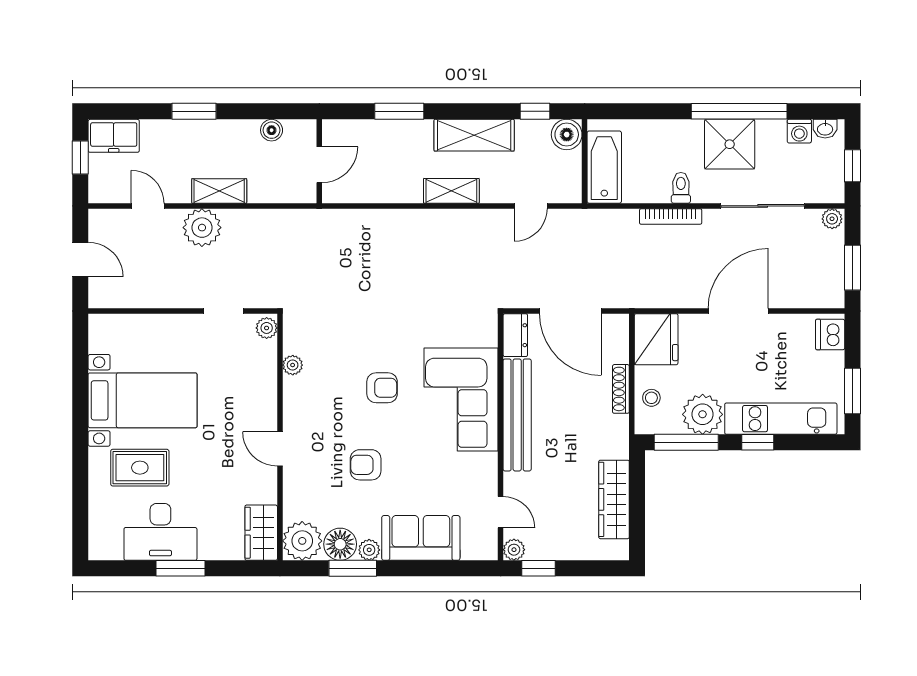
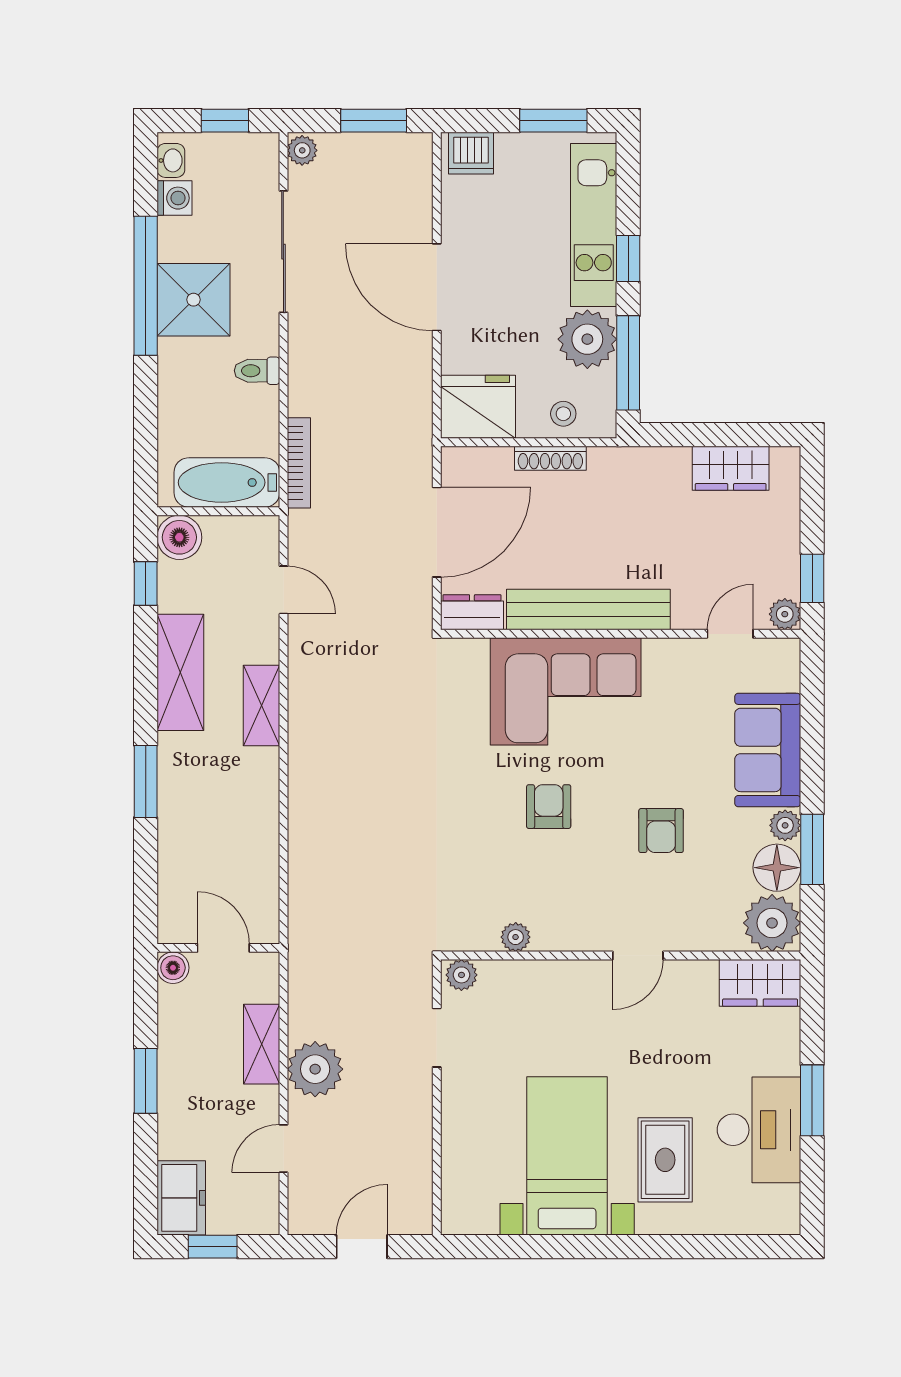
wall: (319, 161) -> (218, 948), moved
door: (319, 165) -> (223, 948), moved
bookcase: (671, 216) -> (299, 463), moved
wardrobe: (614, 499) -> (731, 468), width x0.67

